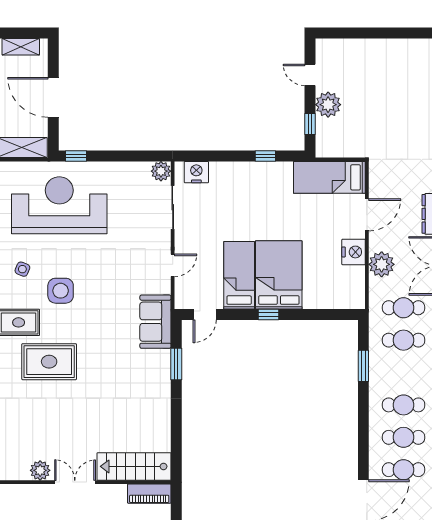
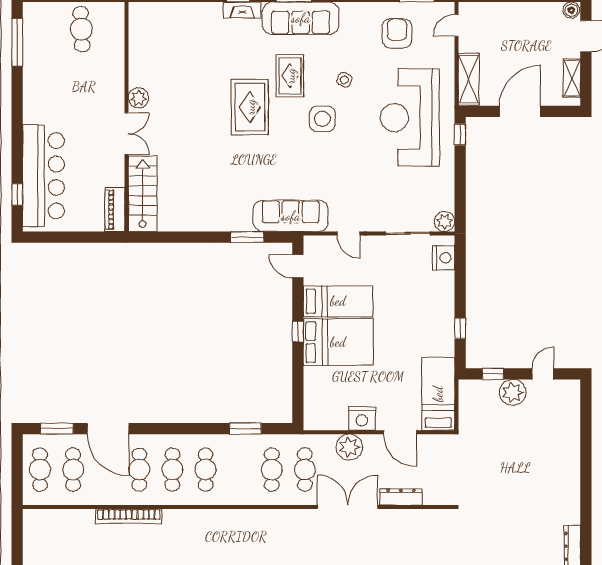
reception desk: (59, 205) -> (410, 118), turned 180
sofa: (155, 322) -> (291, 216), width x1.36

